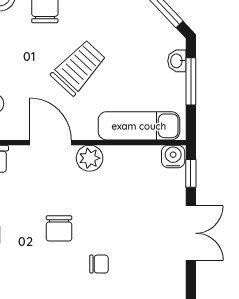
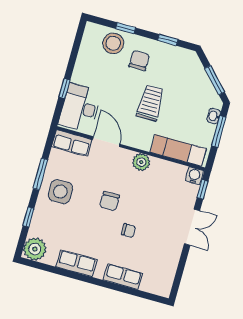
trolley: (79, 68) -> (150, 103), turned -43
door: (51, 143) -> (106, 142), moved

